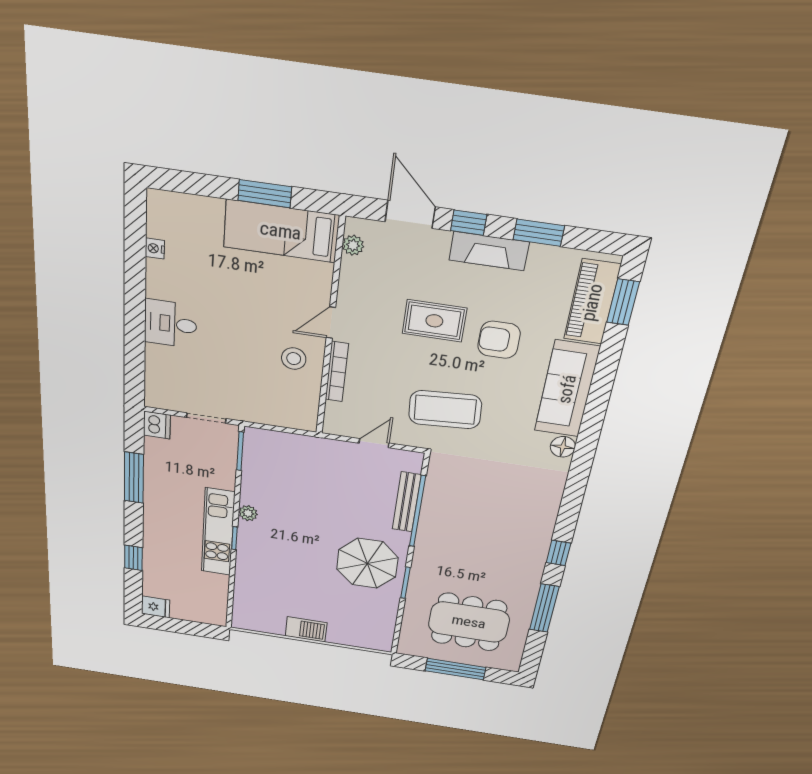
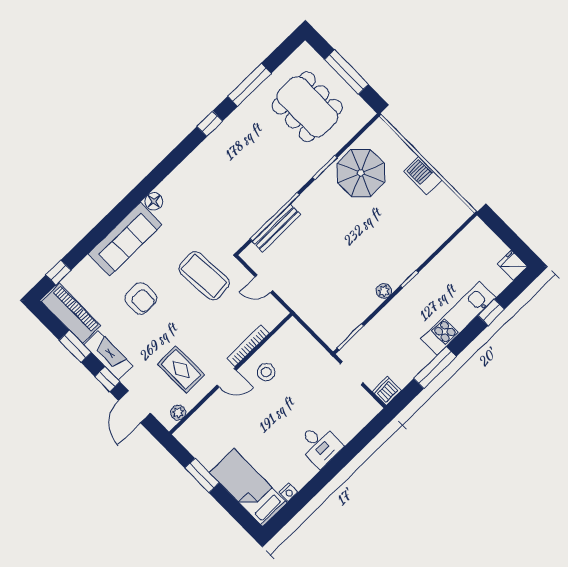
bed: (281, 231) -> (248, 488), moved, turned 180
piano: (592, 302) -> (71, 313), moved, turned -90
window: (623, 302) -> (58, 273), width x0.67
rug: (434, 321) -> (181, 370), moved
kitchen unit: (218, 532) -> (458, 318), moved, turned 180
parasol: (367, 563) -> (361, 173), moved

